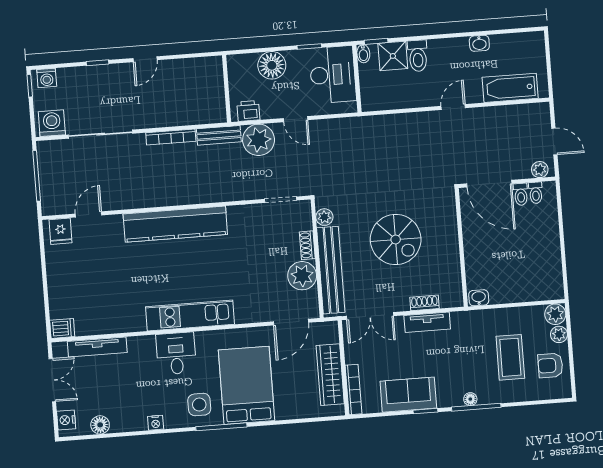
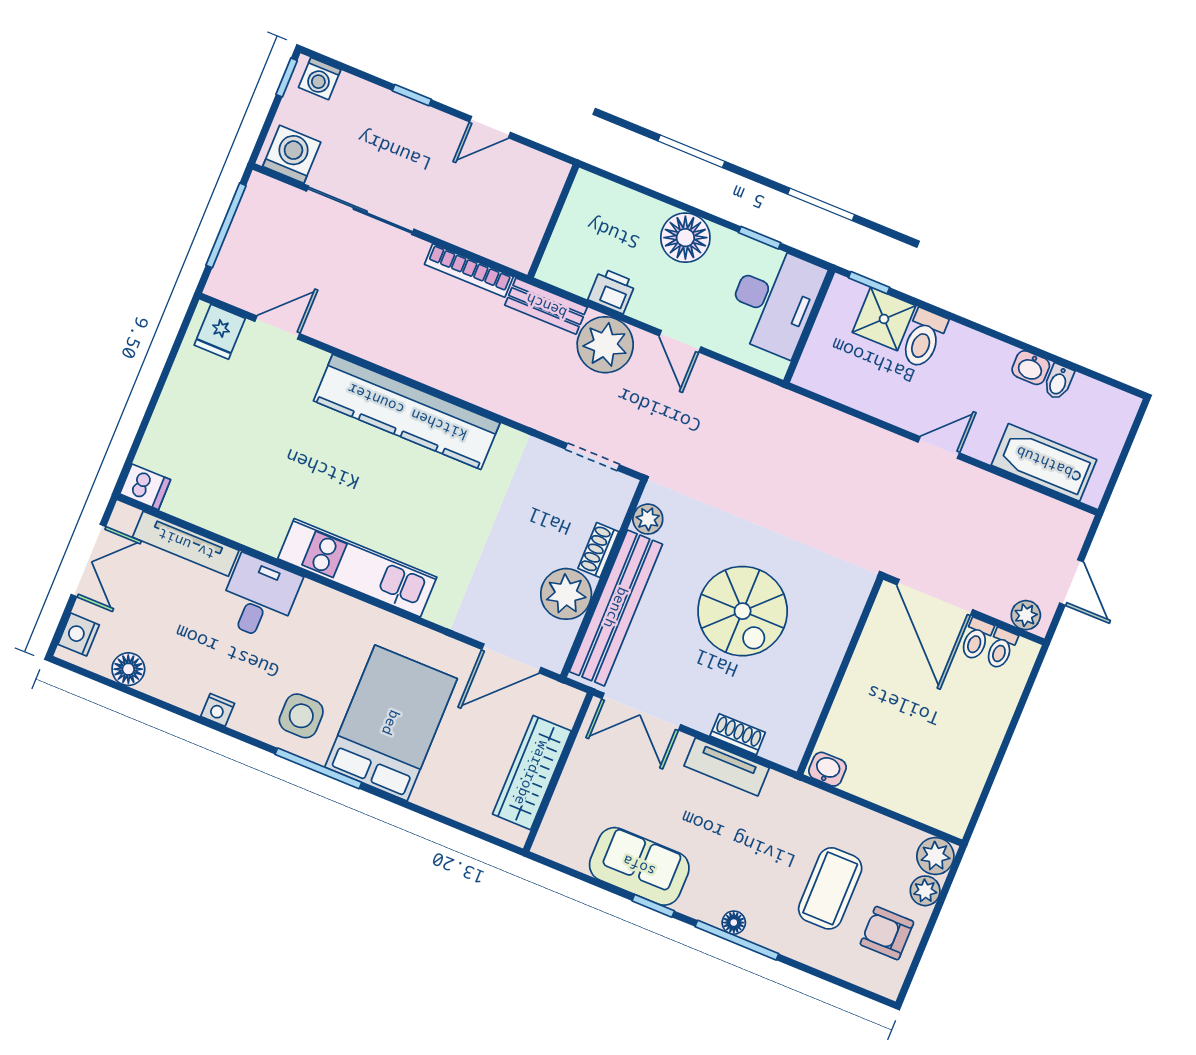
bidet: (363, 54) -> (1059, 382), moved
wall: (227, 89) -> (553, 221), moved
desk: (176, 353) -> (259, 598), moved
bookcase: (353, 390) -> (557, 815), removed

